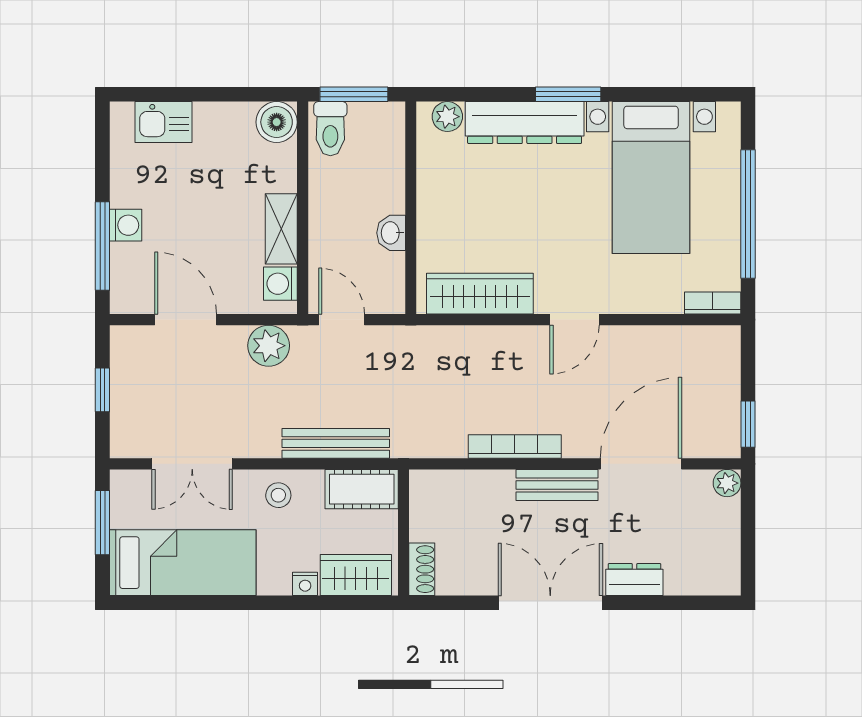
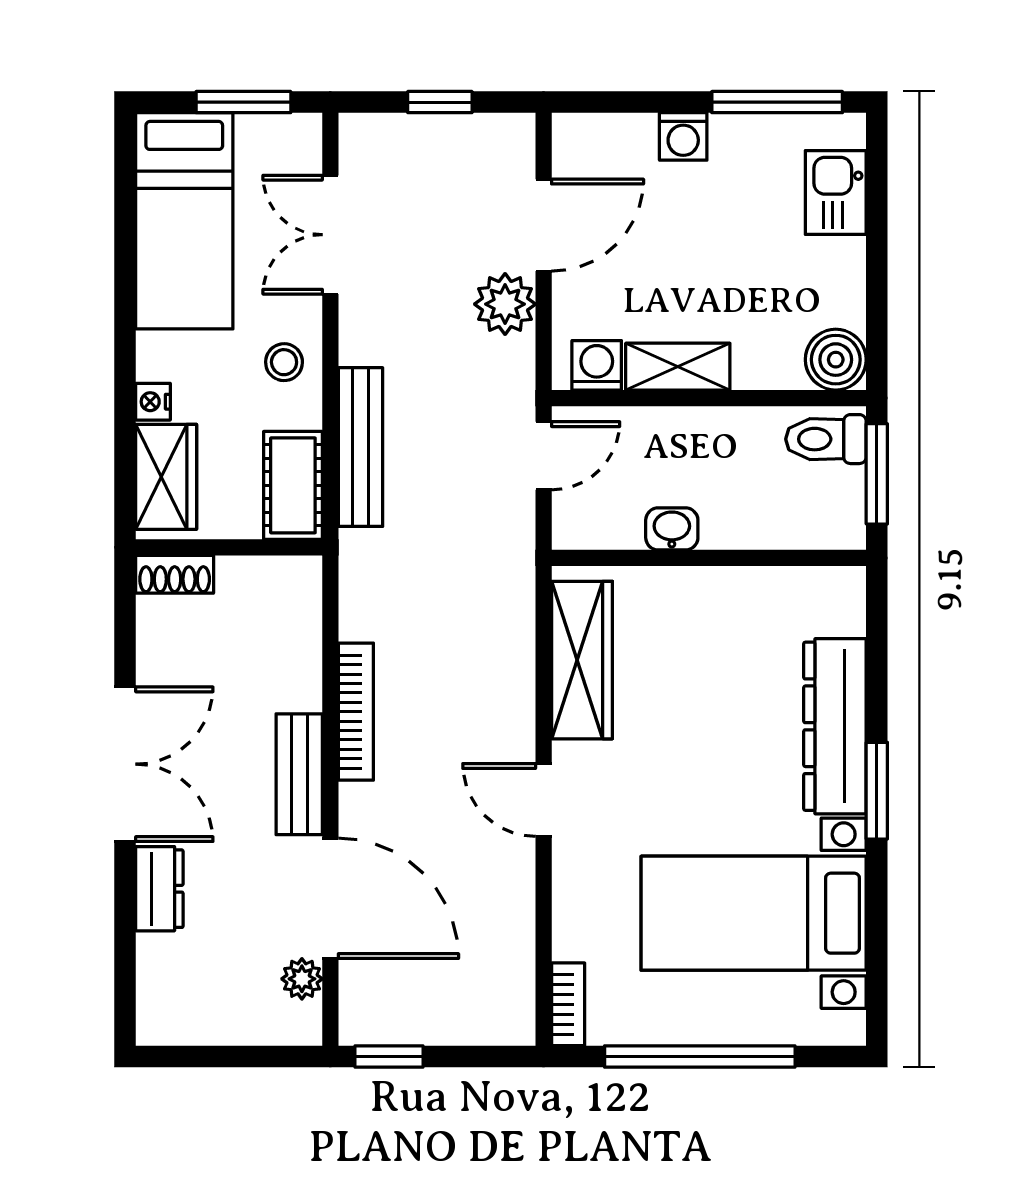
plant: (447, 117) -> (844, 612), removed
window: (102, 246) -> (777, 102), moved
plant: (269, 346) -> (505, 304), moved
plant: (727, 483) -> (302, 979), moved

